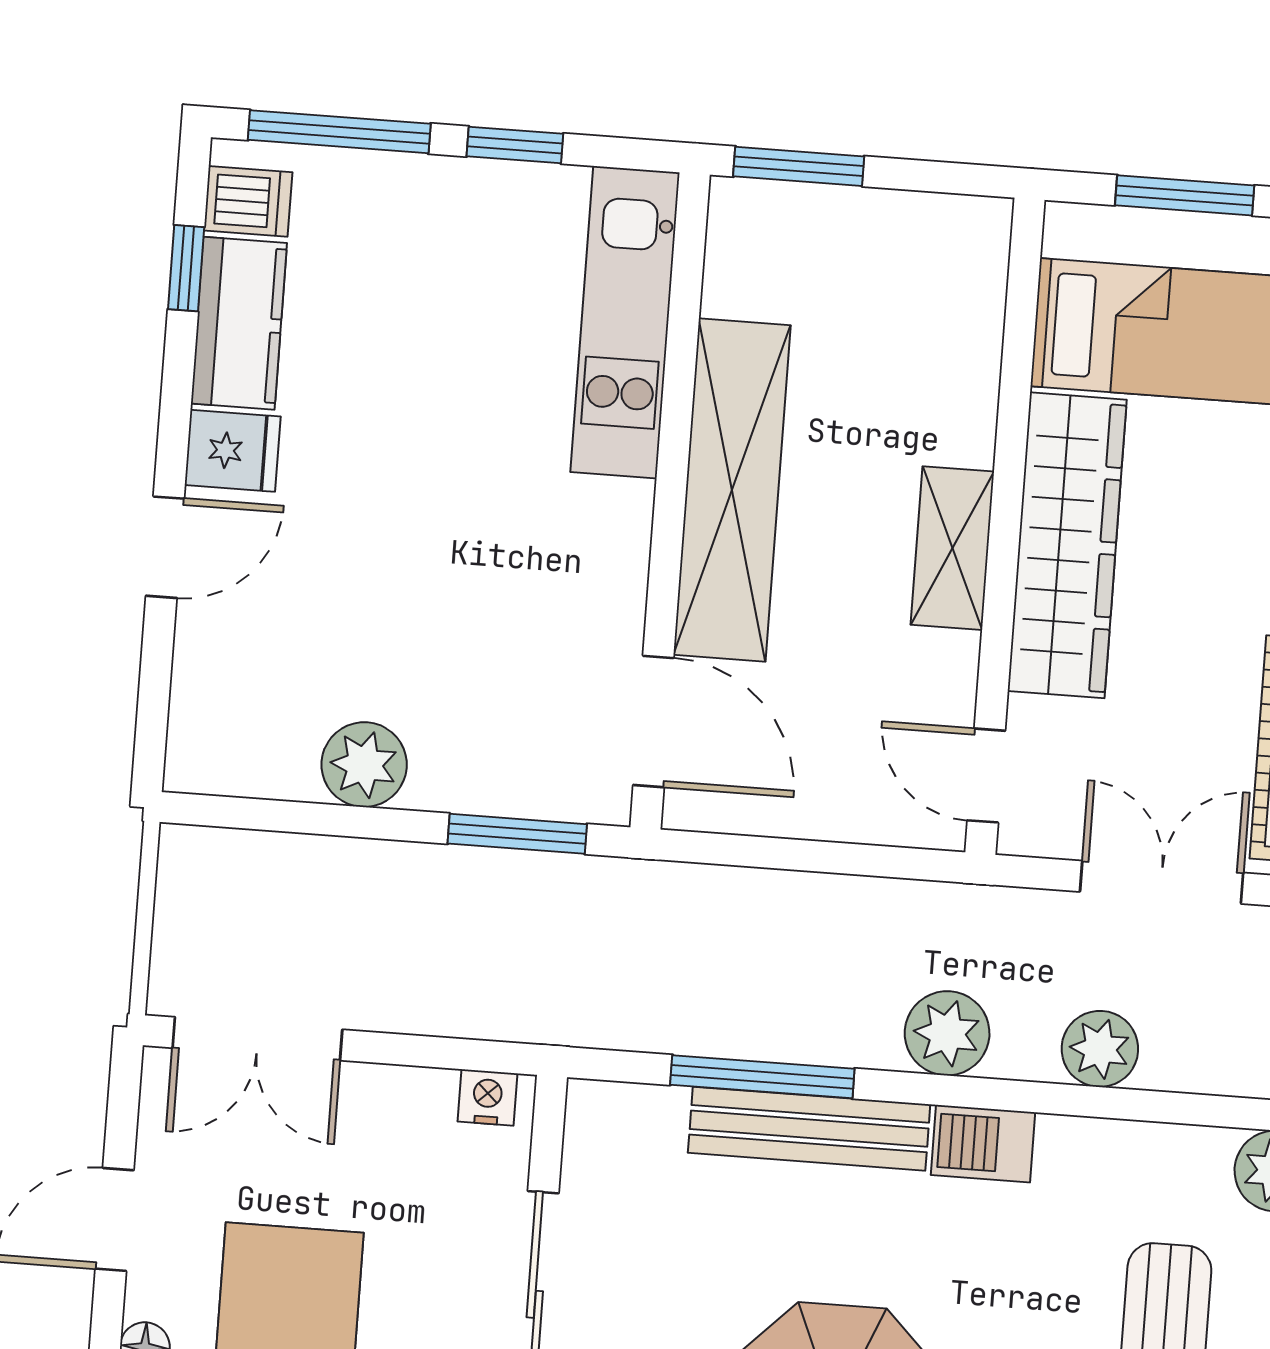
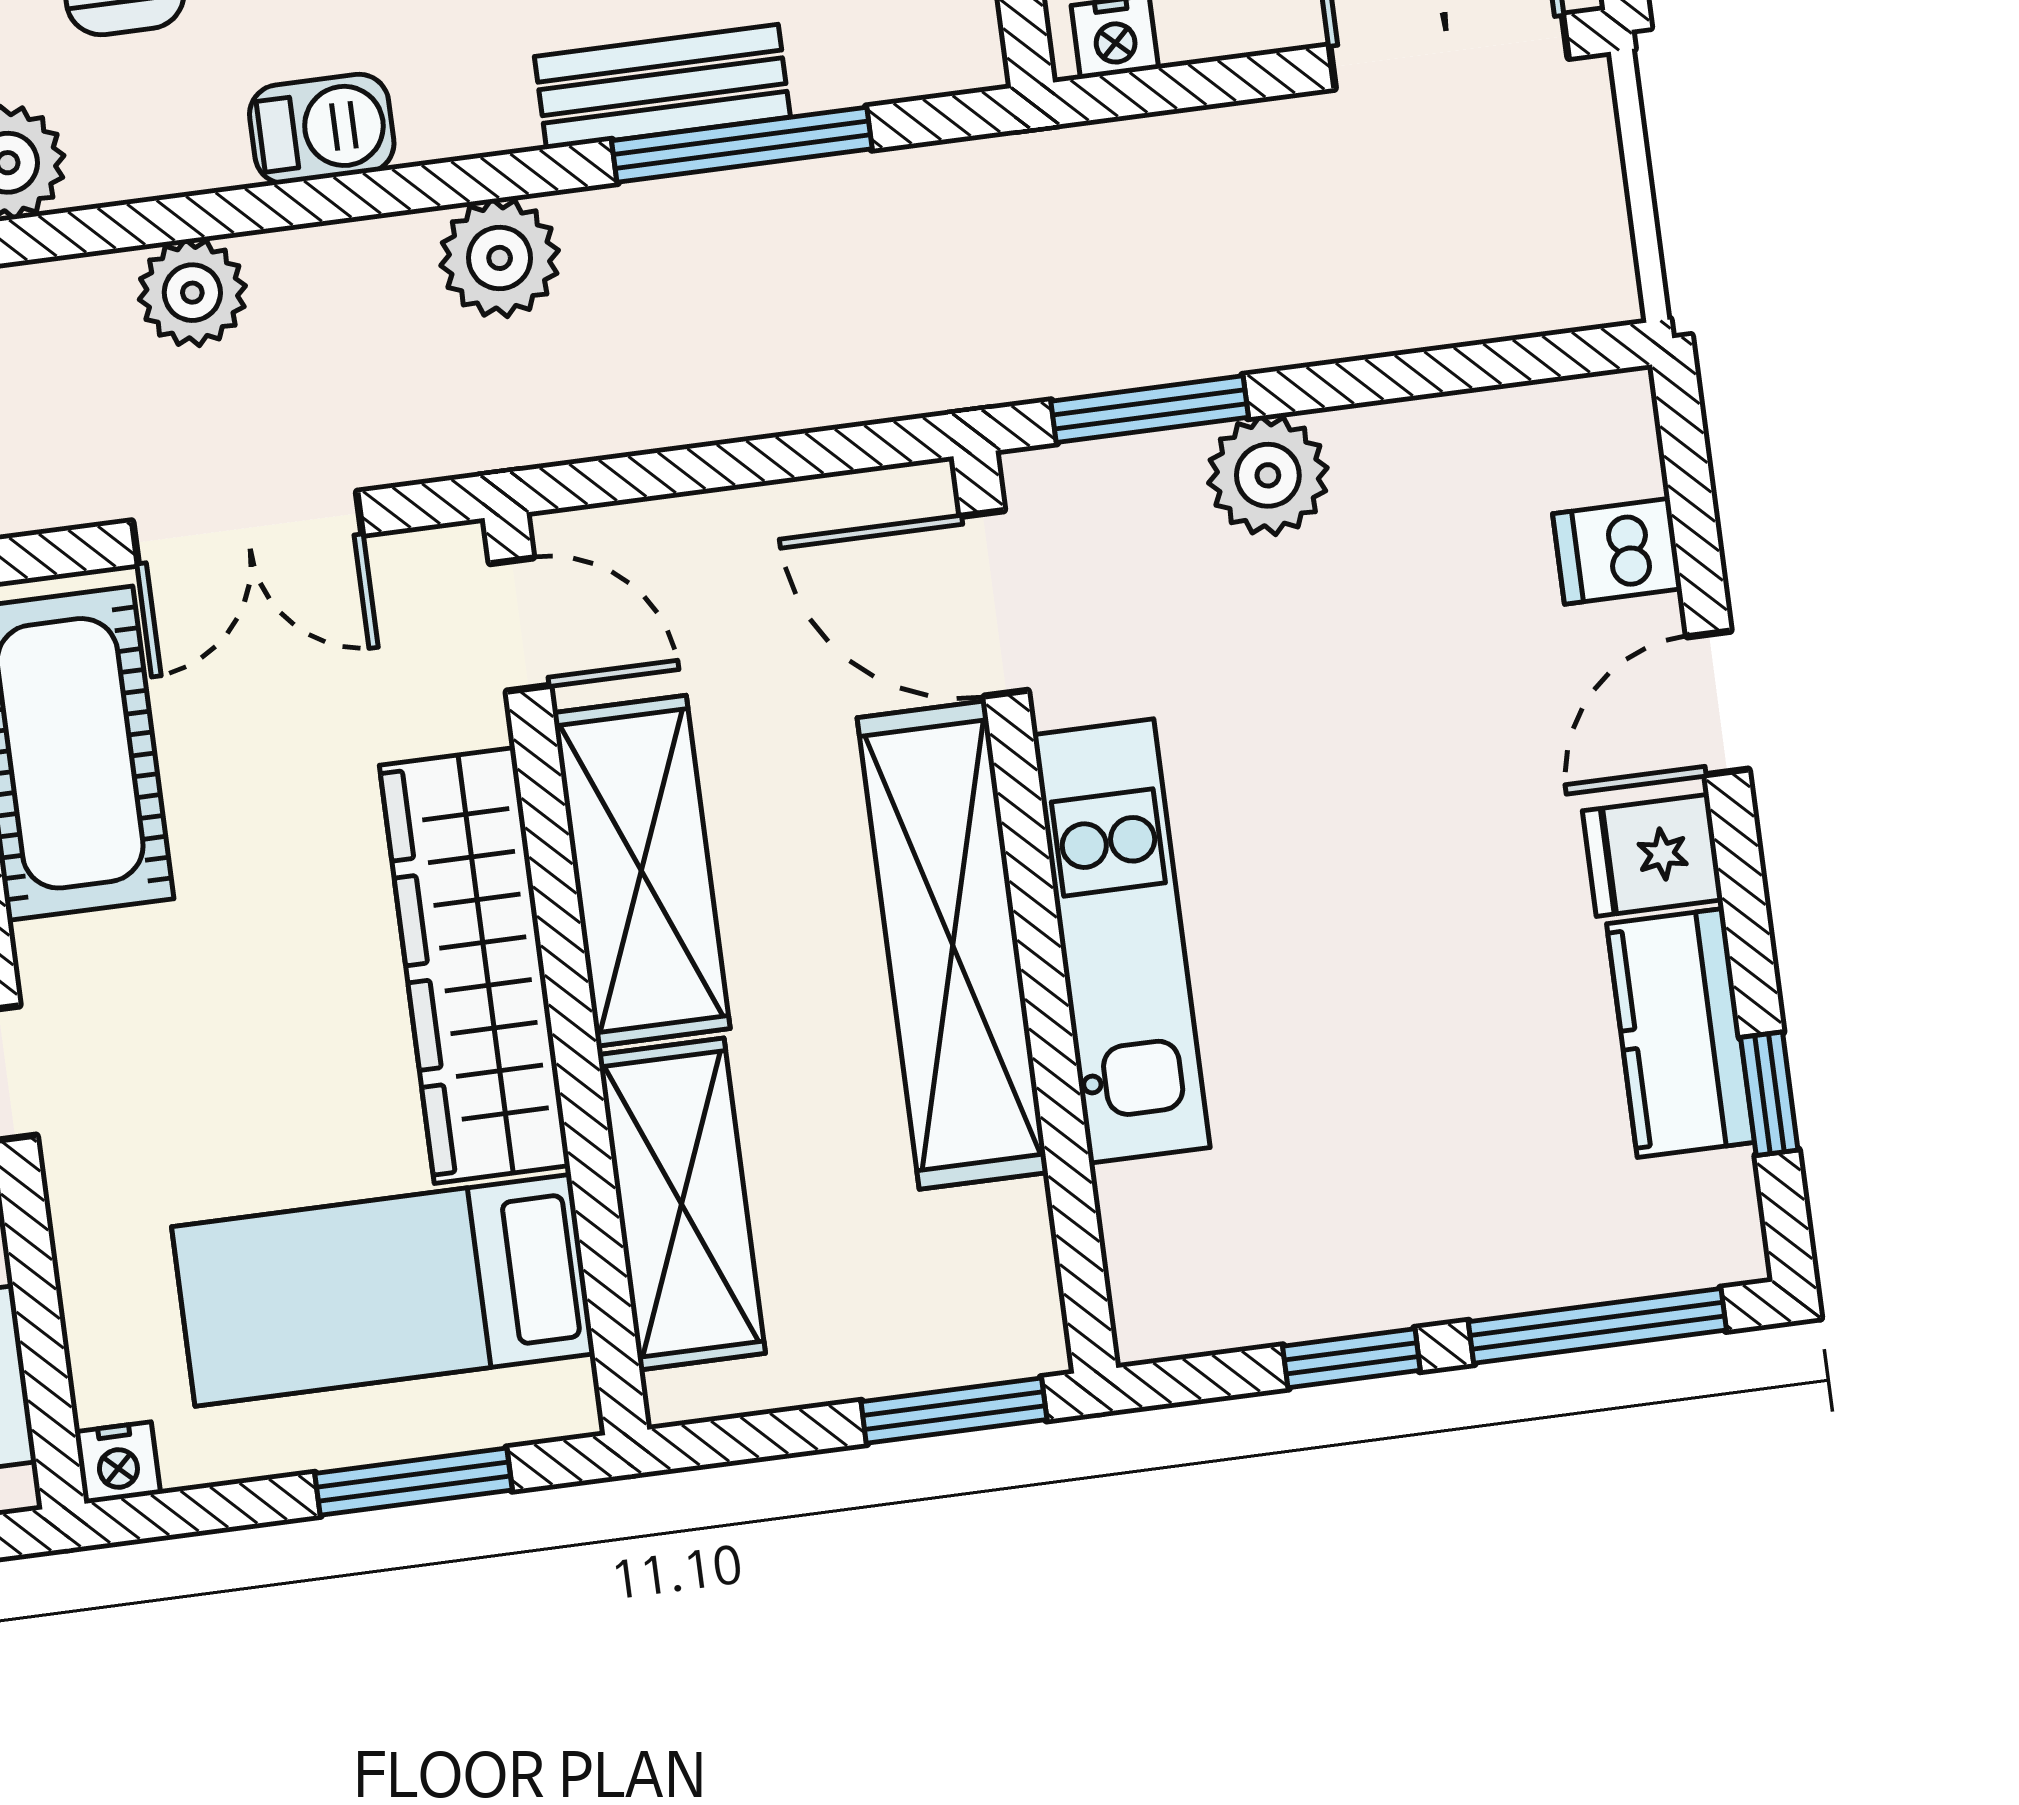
dishwasher: (248, 201) -> (1617, 551), moved
kitchen unit: (625, 322) -> (1121, 941), moved
shelving: (958, 349) -> (682, 1204), added
shelving: (952, 548) -> (641, 871), width x1.50, depth x1.33
plant: (364, 765) -> (1268, 475), moved
plant: (1100, 1049) -> (192, 293), moved
bench: (809, 1129) -> (662, 87), width x0.73
barbecue: (983, 1144) -> (322, 129), moved

